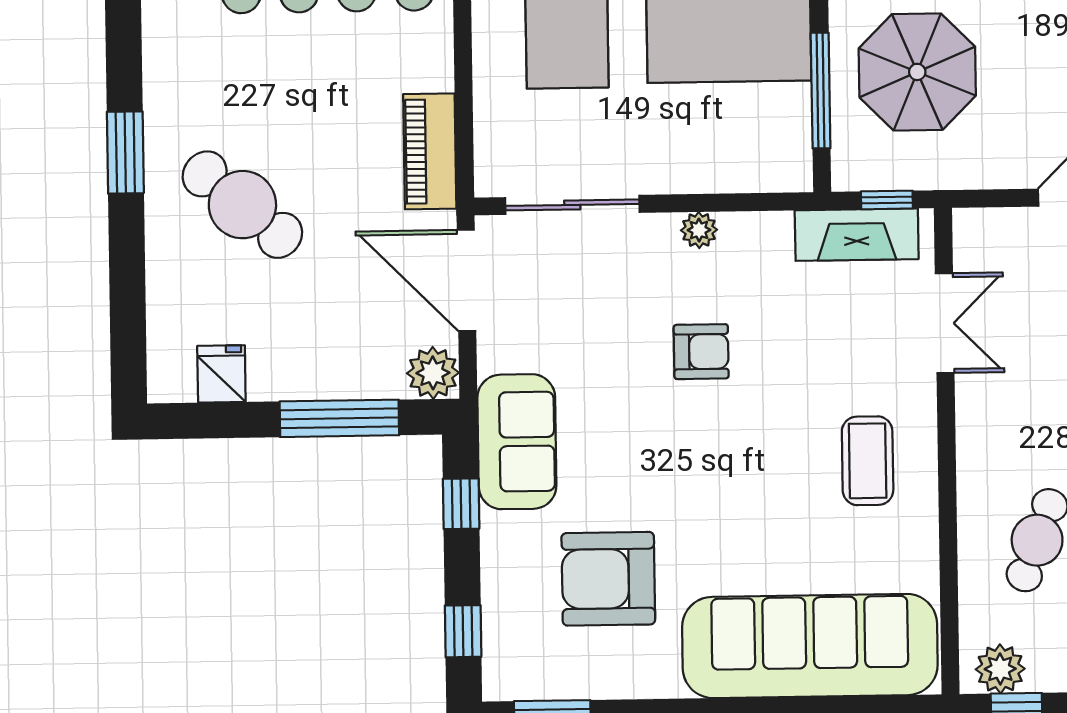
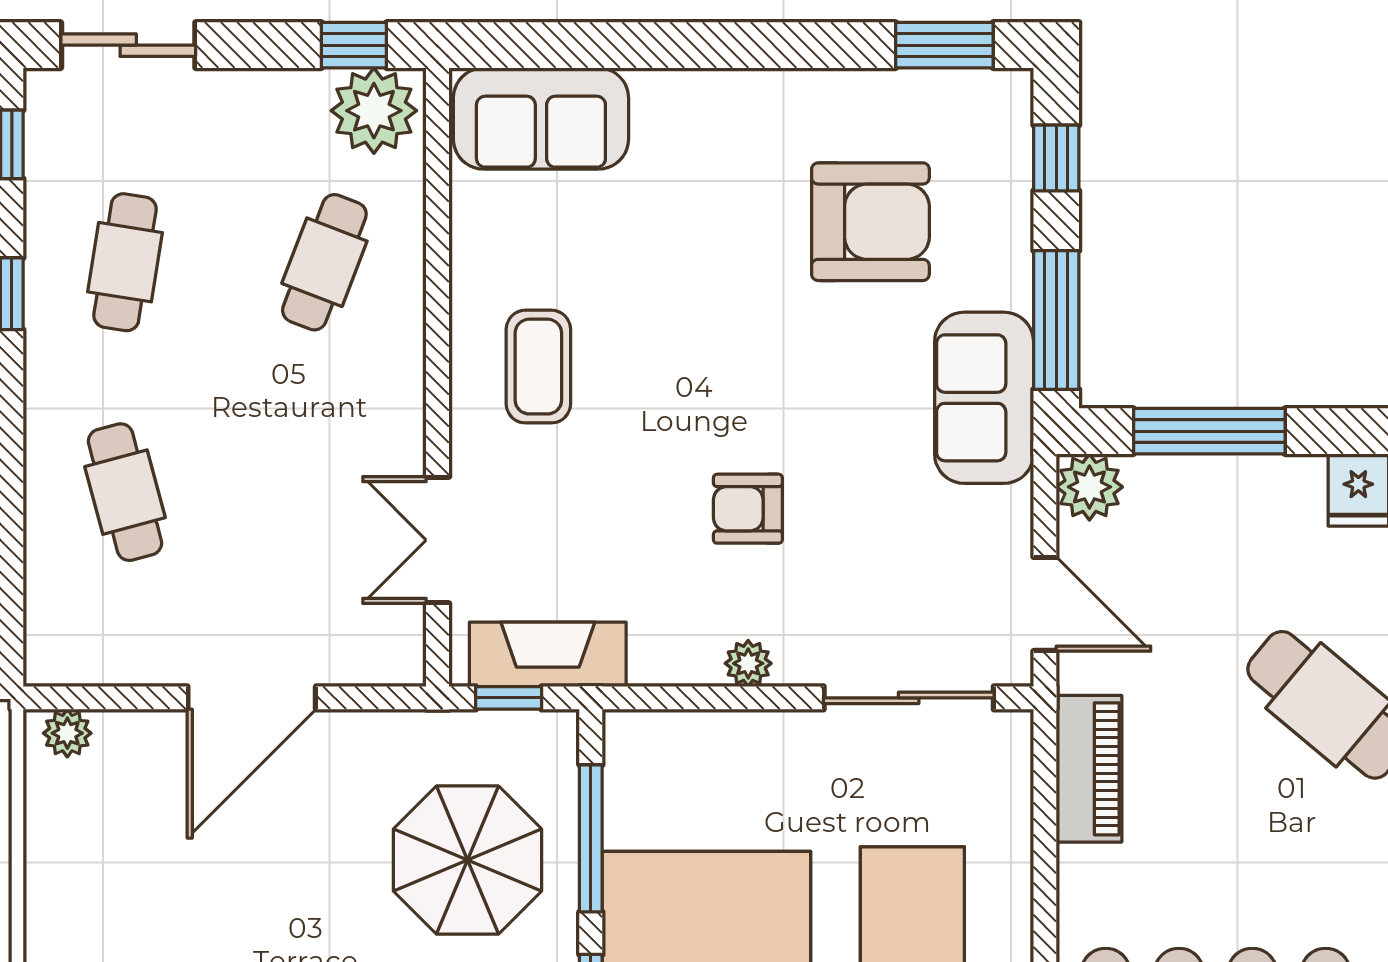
door: (466, 280) -> (1045, 604), width x0.73
window: (461, 504) -> (1056, 320), width x2.17
sofa: (810, 646) -> (541, 119), width x0.54, depth x0.79
plant: (1000, 669) -> (374, 111), width x1.36, depth x1.36

